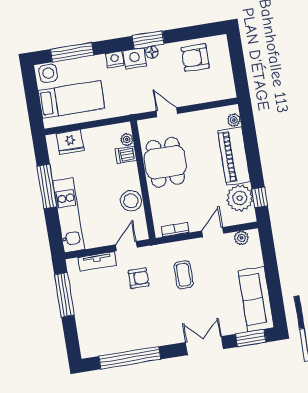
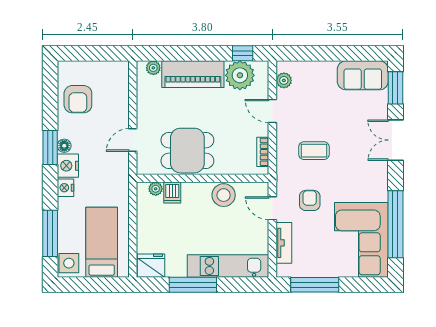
fridge: (70, 142) -> (151, 266), moved, turned -90
sofa: (256, 299) -> (363, 75), width x0.73
corner sofa: (111, 330) -> (361, 240), added

